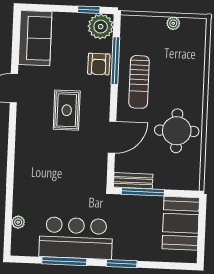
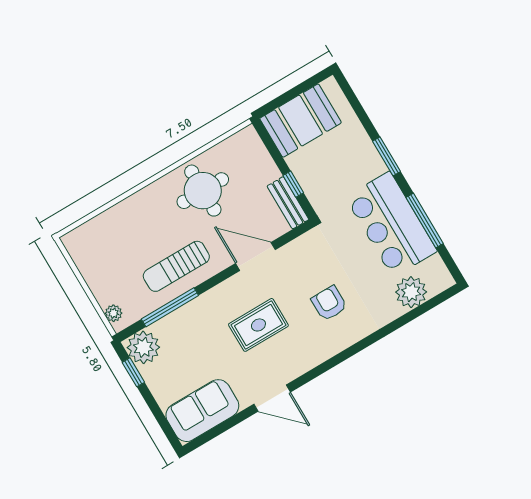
plant: (173, 23) -> (113, 313), moved
armchair: (99, 64) -> (329, 303), moved, turned -90
sun lounger: (139, 82) -> (176, 266), turned 180
window: (143, 192) -> (293, 184), width x0.46
plant: (18, 222) -> (411, 292), width x1.88, depth x1.88

